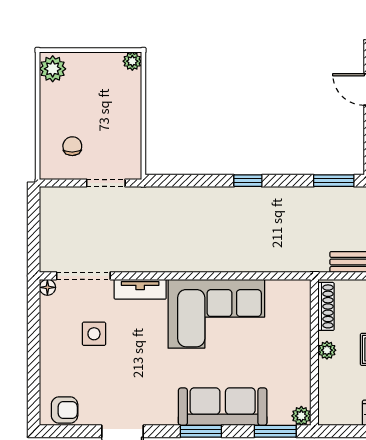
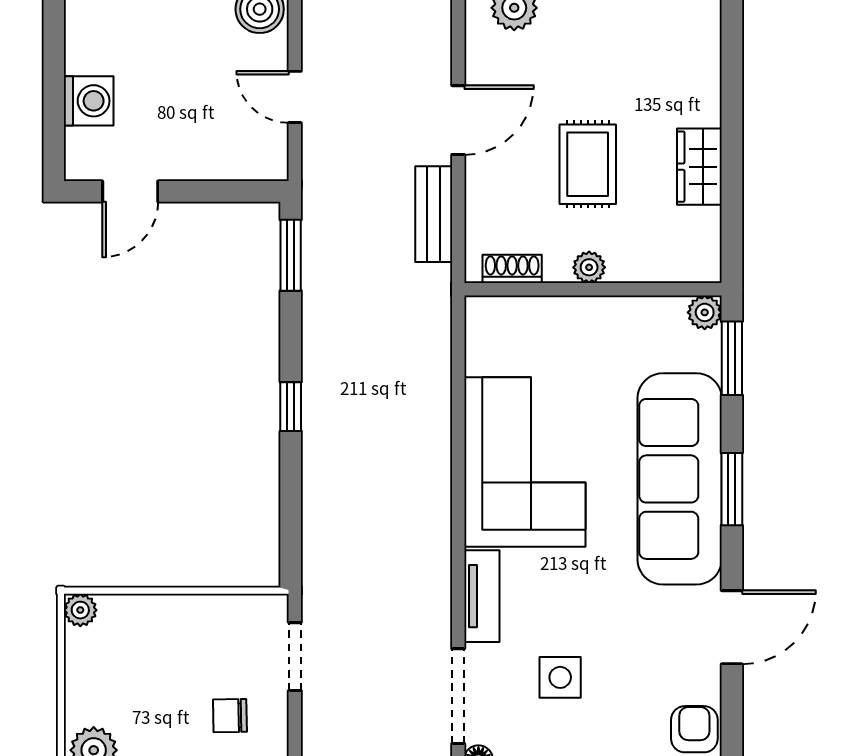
shoe rack: (326, 306) -> (512, 269), width x0.70
sofa: (223, 407) -> (680, 479), width x1.36, depth x1.27

